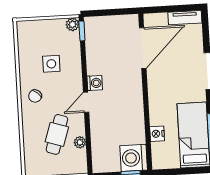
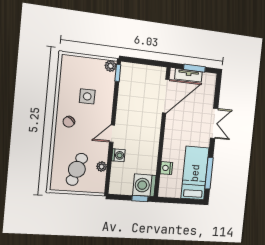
window: (172, 9) -> (194, 68), added
tv unit: (185, 18) -> (188, 75), moved
washing machine: (95, 83) -> (118, 155), moved
cafe table: (57, 134) -> (77, 169), moved

